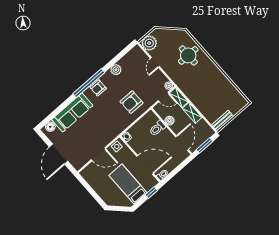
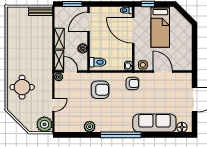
armchair: (98, 88) -> (132, 83), moved
toilet: (157, 128) -> (98, 62), moved

